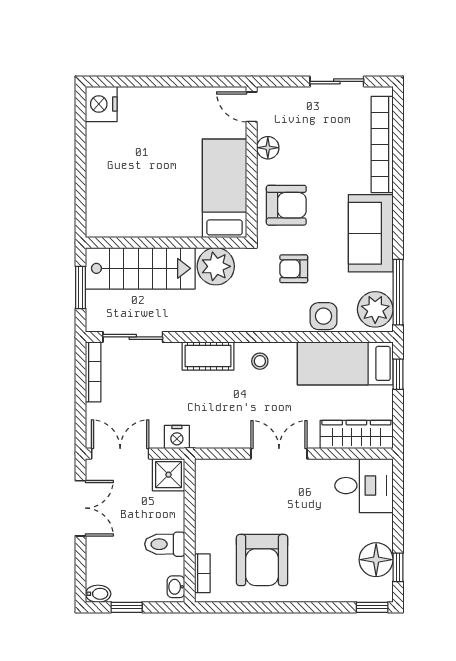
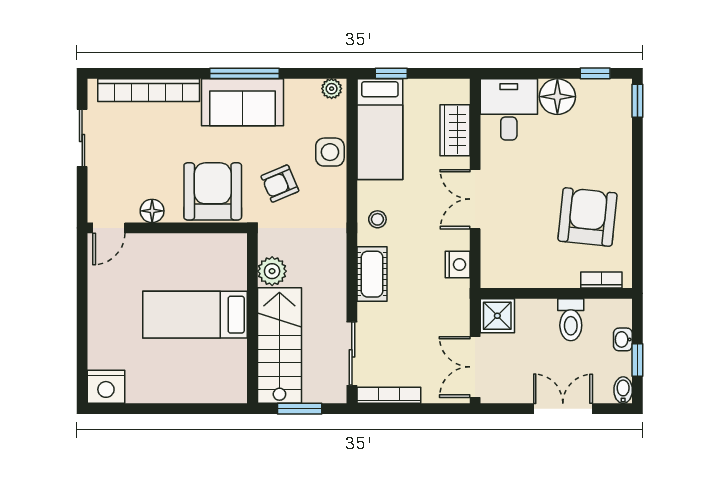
bed: (224, 188) -> (195, 315), moved
armchair: (286, 205) -> (213, 191), width x1.36, depth x1.36
plant: (216, 266) -> (272, 271), width x0.73, depth x0.73
armchair: (294, 269) -> (280, 184), turned 67
window: (398, 292) -> (245, 73), moved
plant: (375, 309) -> (332, 89), width x0.53, depth x0.53
wardrobe: (356, 435) -> (455, 130), width x0.67
nightstand: (177, 437) -> (458, 264), moved
double door: (81, 508) -> (563, 409), moved
armchair: (262, 560) -> (587, 217), turned -84
floor lamp: (376, 560) -> (557, 97), moved
washbasin: (176, 587) -> (623, 339), moved, turned 90

